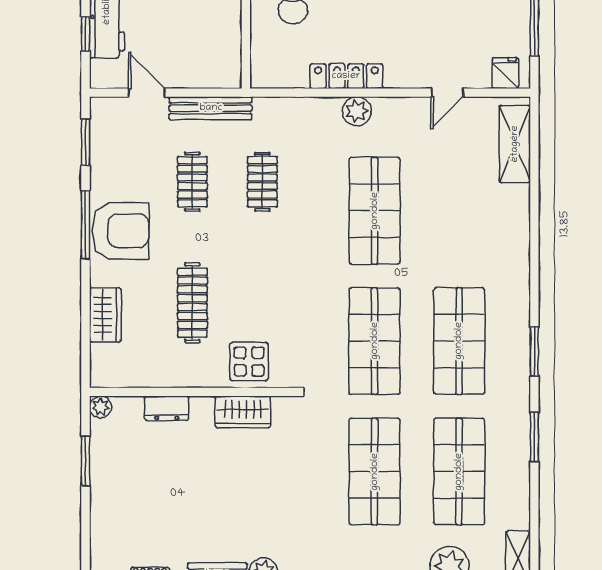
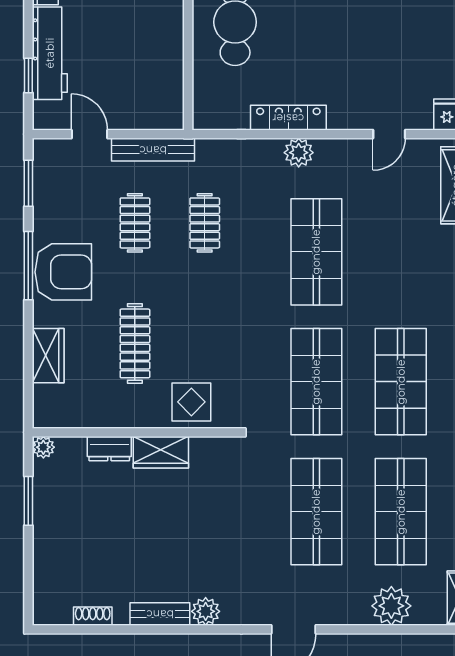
wardrobe: (243, 412) -> (161, 452), moved

